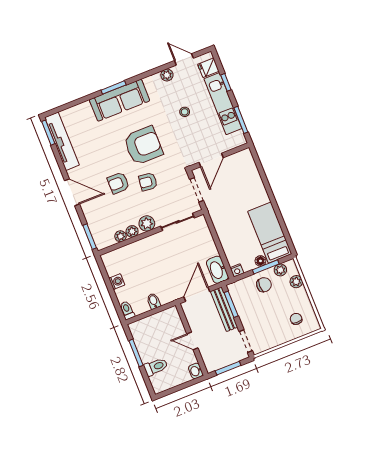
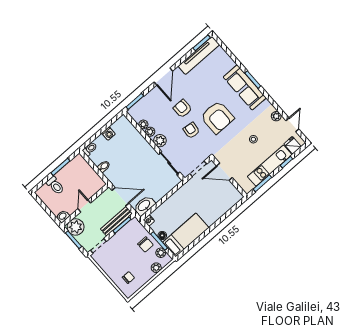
plant: (214, 360) -> (76, 227), added

